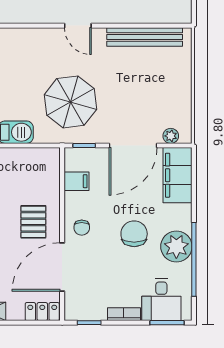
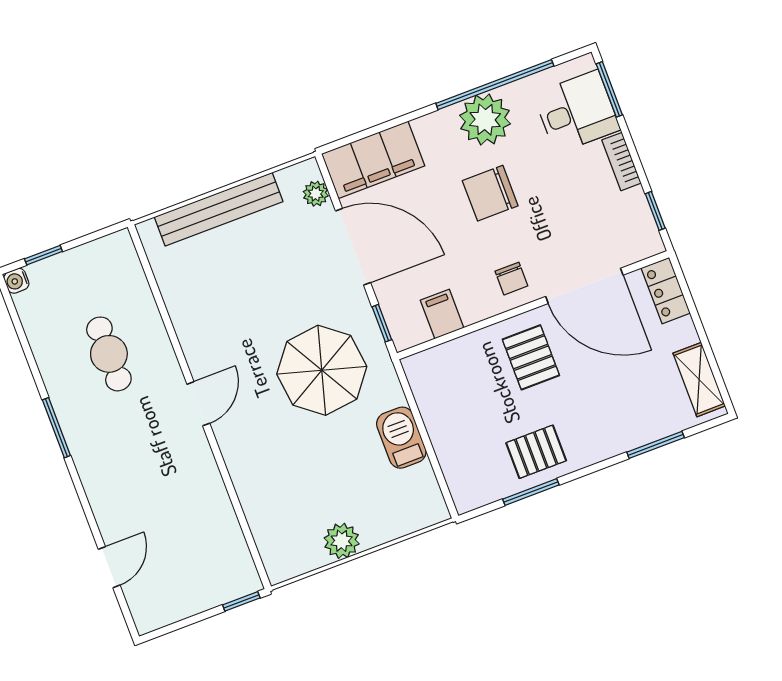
bench: (145, 37) -> (219, 209), moved, turned 90
pallet: (33, 222) -> (531, 357), turned 90
chair: (82, 228) -> (511, 279), turned 90

